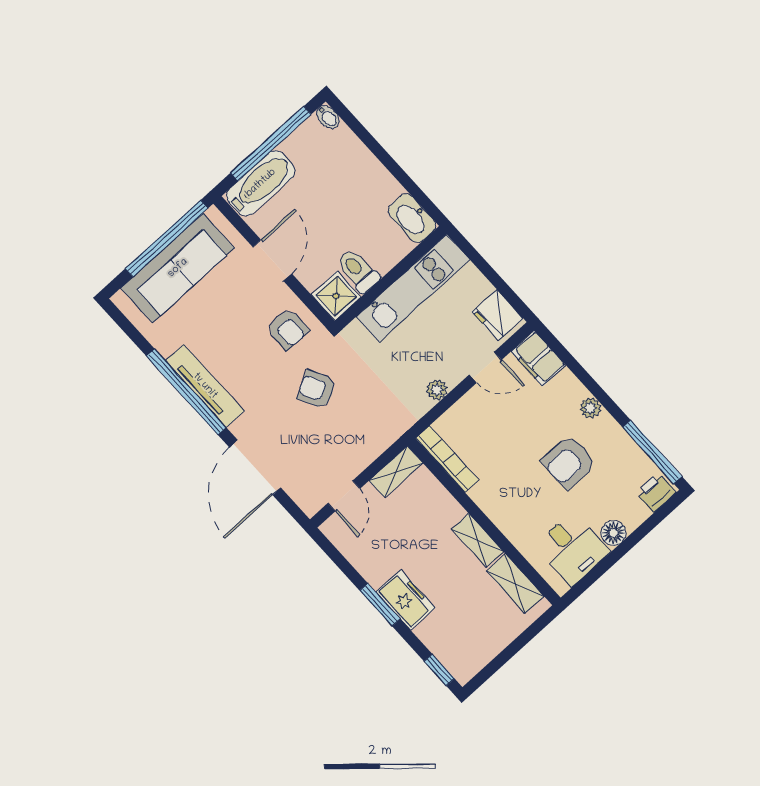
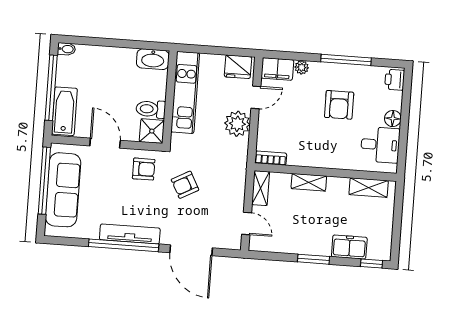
plant: (437, 390) -> (237, 124), width x1.87, depth x1.87
plant: (590, 408) -> (302, 67), moved
window: (652, 452) -> (346, 60), moved
bookcase: (447, 459) -> (271, 158), width x0.64
shelving: (478, 540) -> (309, 182), moved
freezer: (406, 600) -> (349, 247), moved

